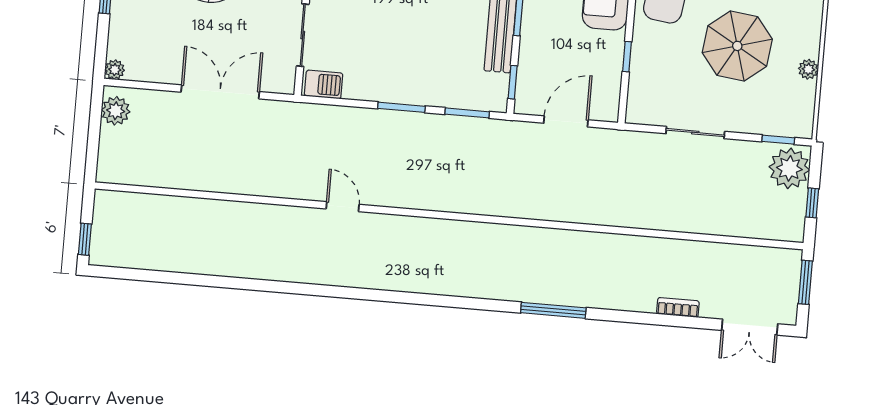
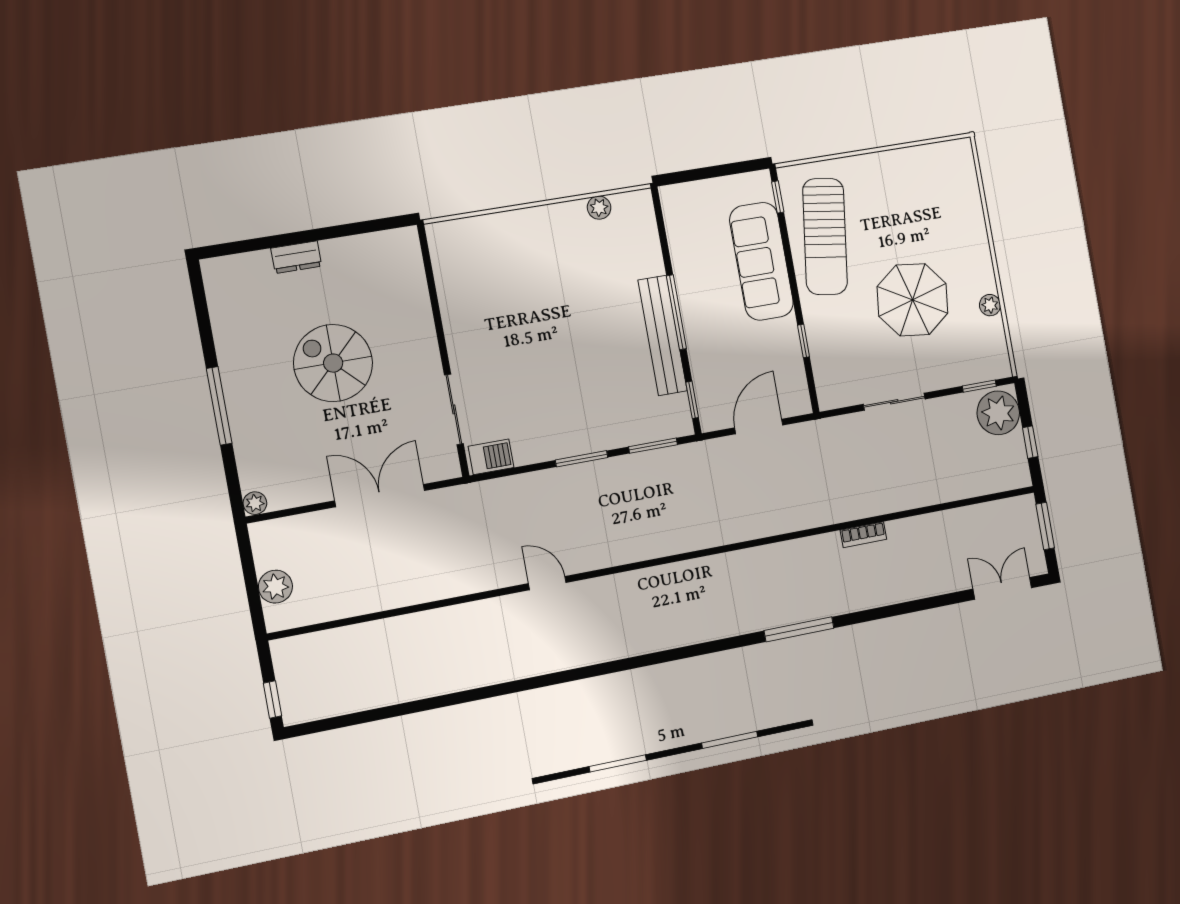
plant: (116, 111) -> (275, 587), moved
bookcase: (678, 307) -> (863, 535), moved, turned 180
double door: (750, 327) -> (1002, 588), swing flipped

